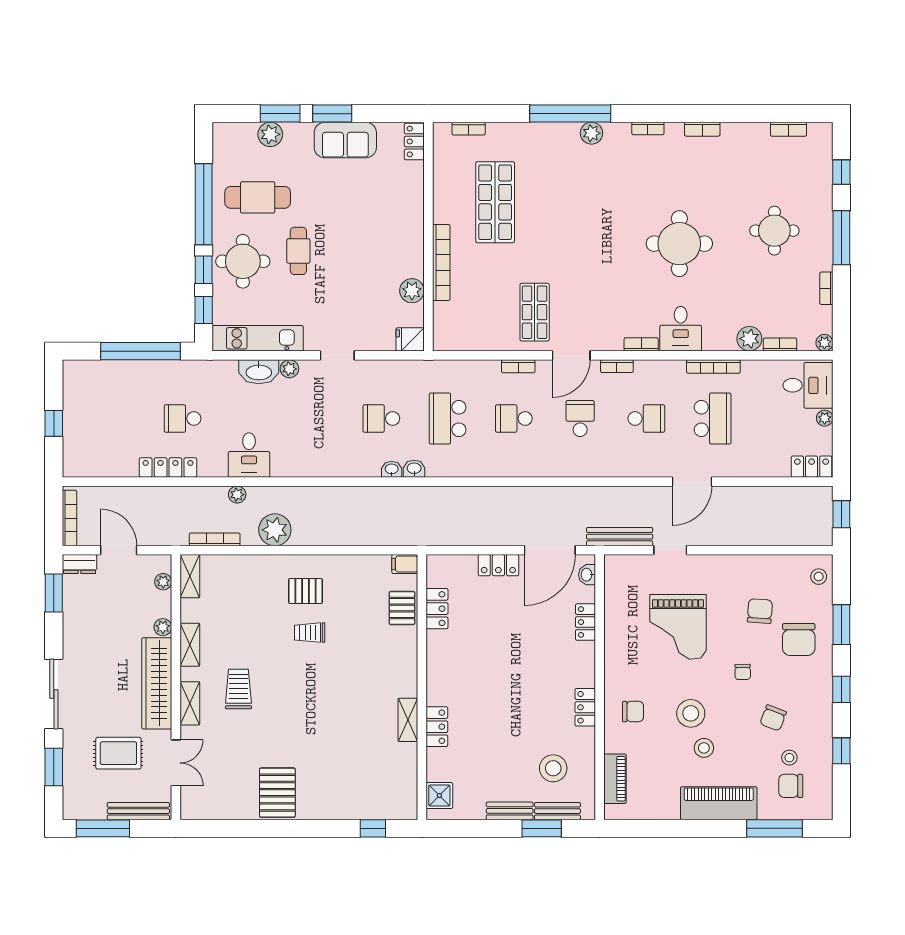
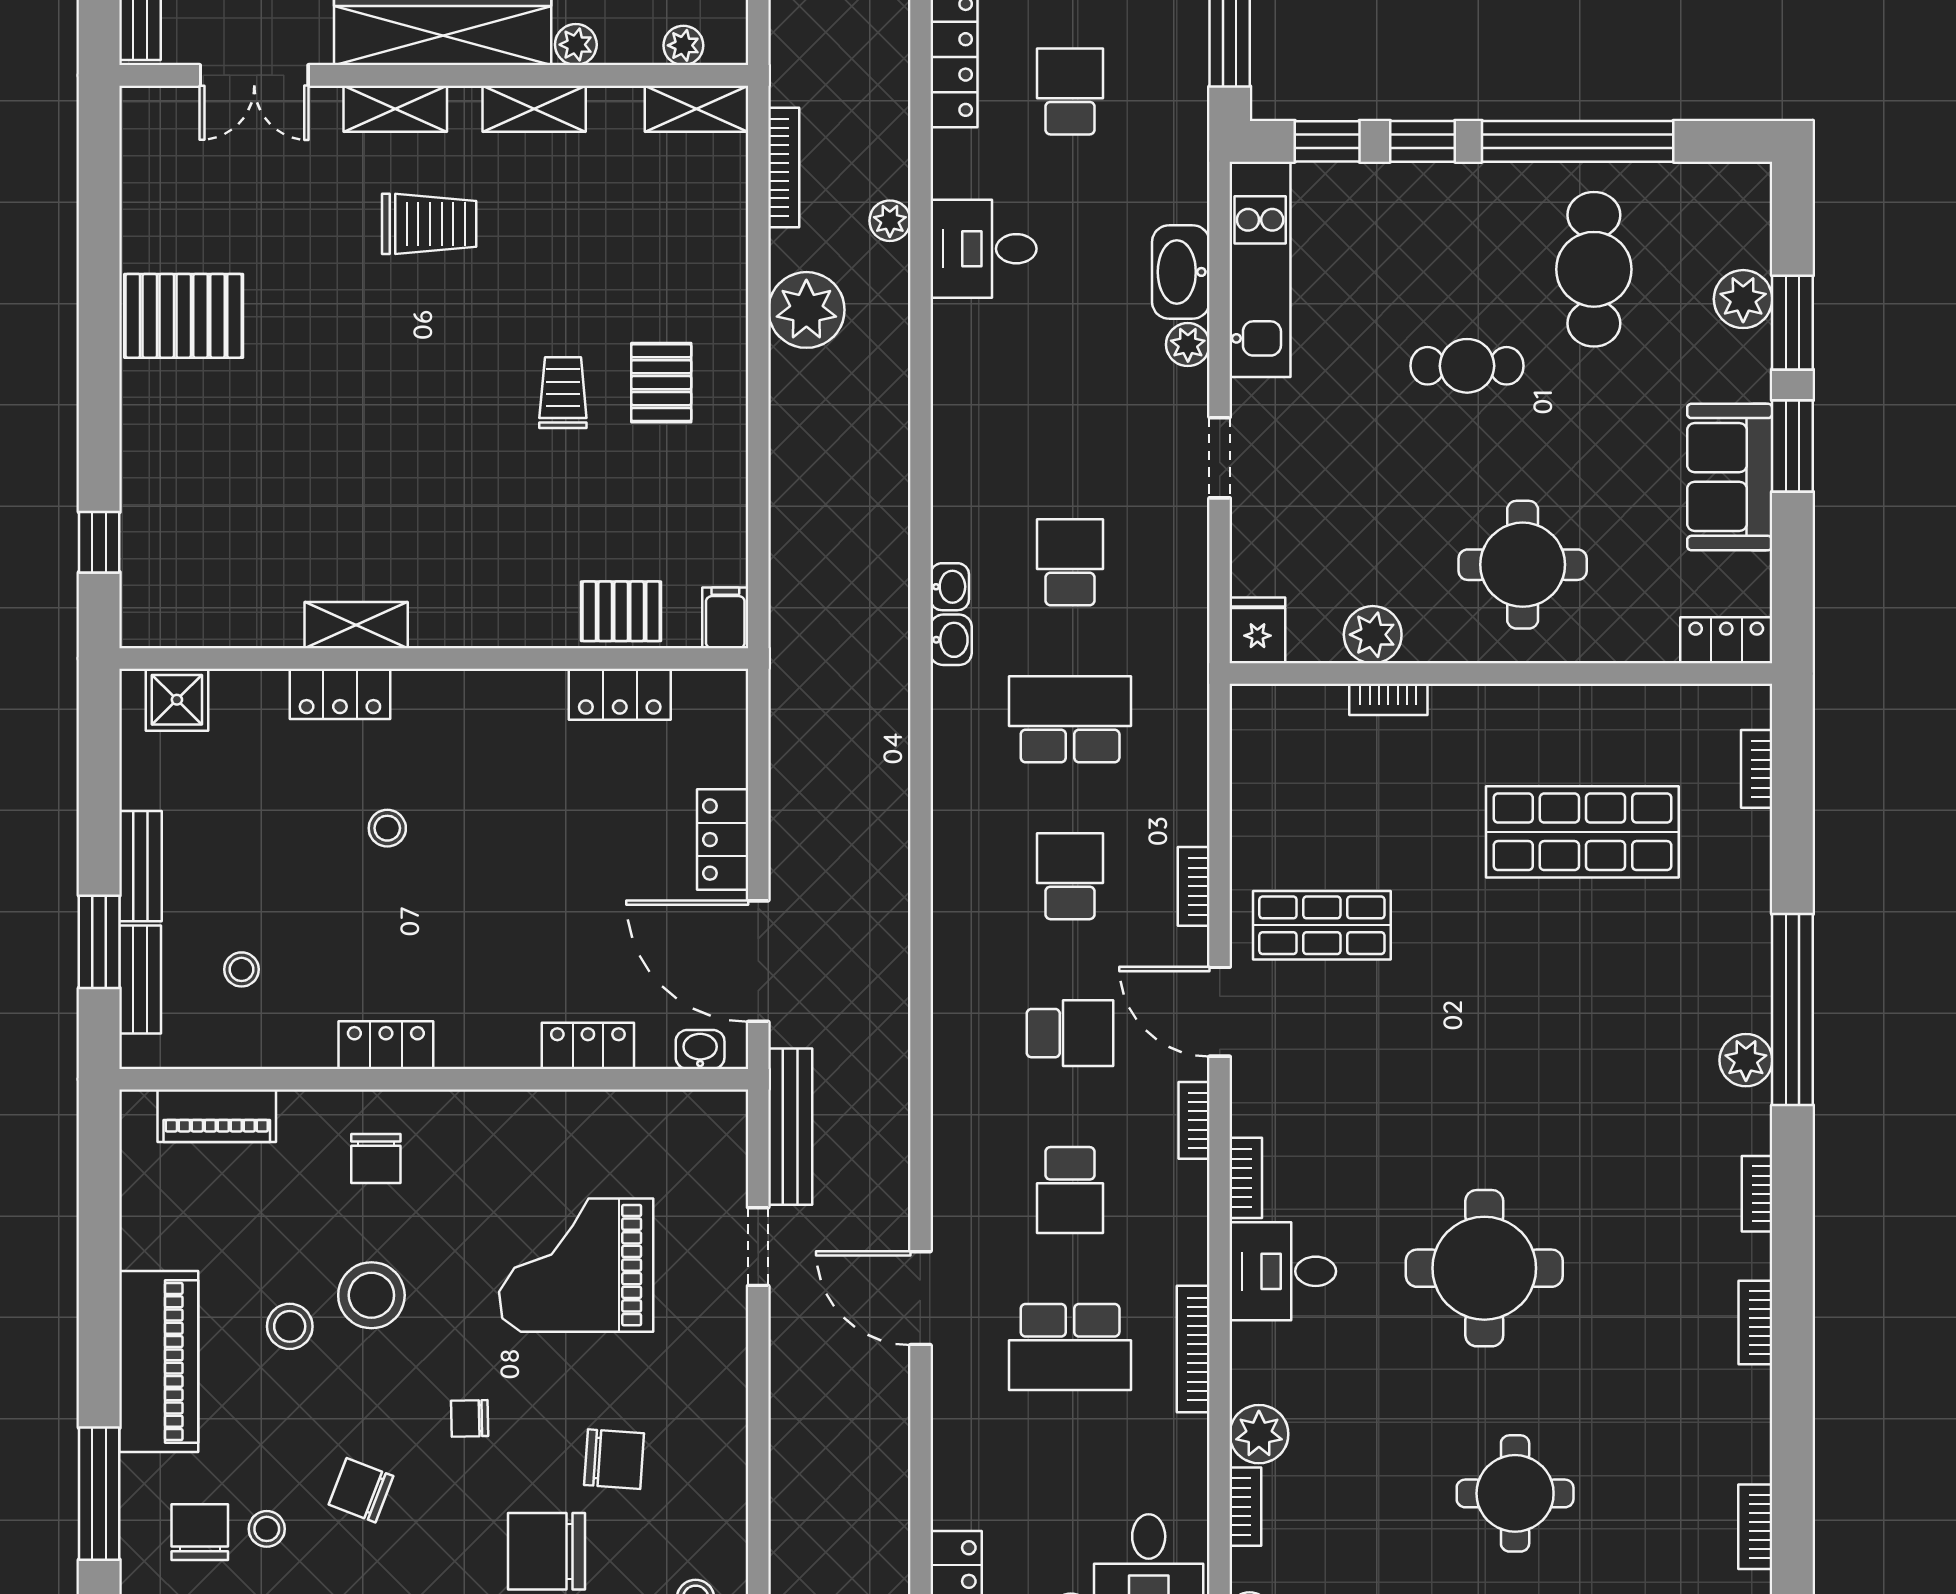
round table: (243, 261) -> (1523, 565), moved
bookcase: (441, 262) -> (1388, 699), width x0.43, depth x0.76
stool: (494, 707) -> (387, 828), added
stool: (553, 768) -> (241, 969), width x0.53, depth x0.53

